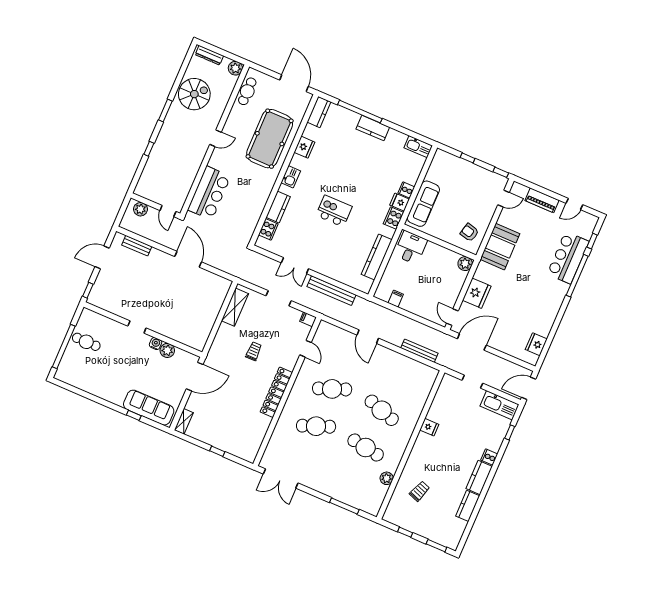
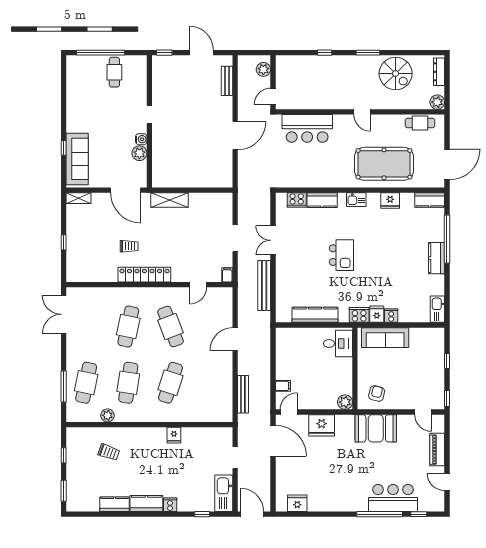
filing cabinet: (396, 299) -> (283, 386), moved
shelving: (235, 307) -> (170, 200), moved
trolley: (254, 351) -> (129, 246), moved
cafe table: (316, 426) -> (128, 327), turned 33
cafe table: (350, 485) -> (86, 383), added

